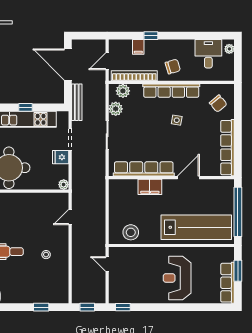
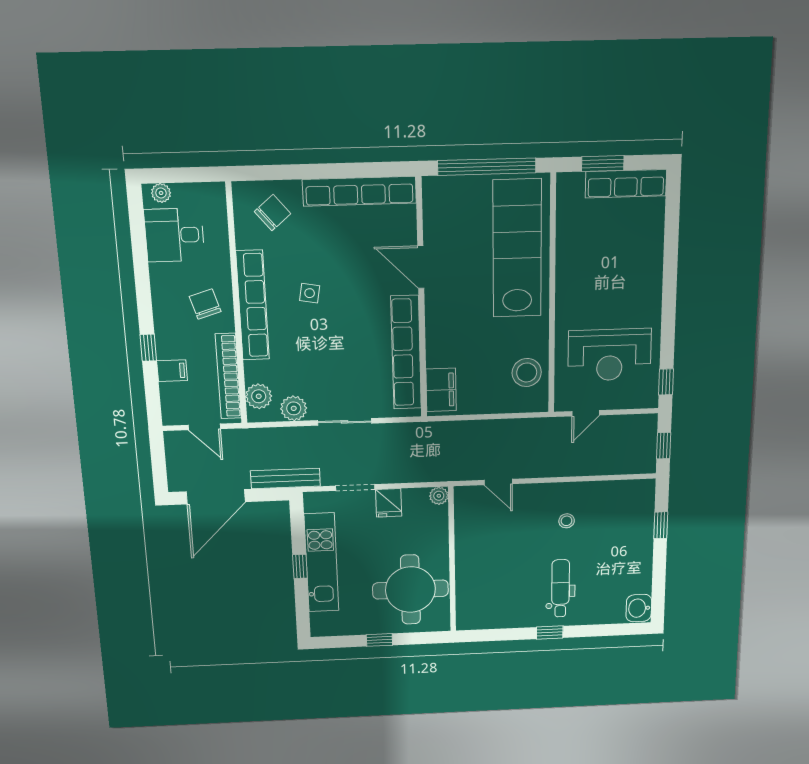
filing cabinet: (150, 187) -> (441, 390), moved
reception desk: (177, 278) -> (610, 355), moved

